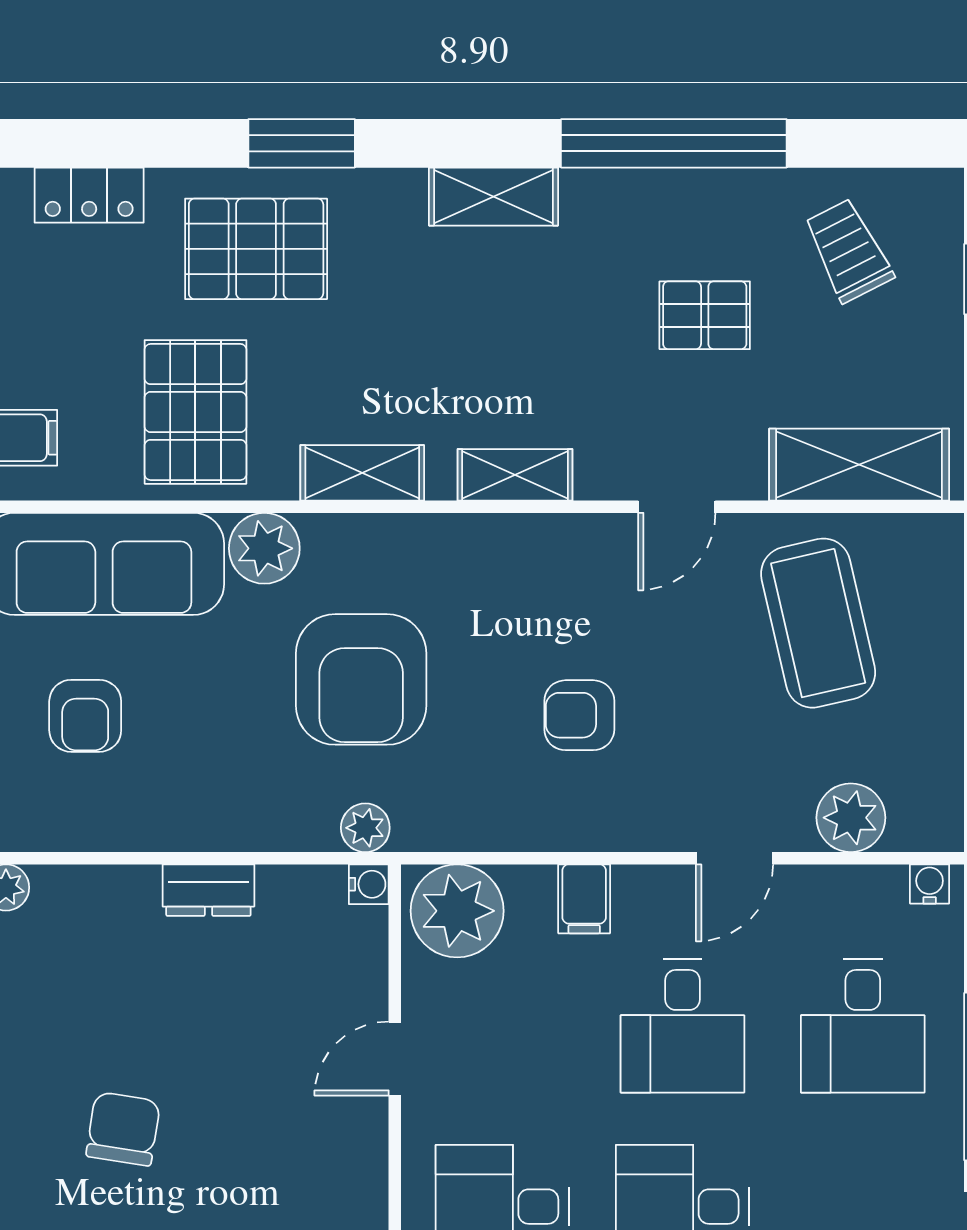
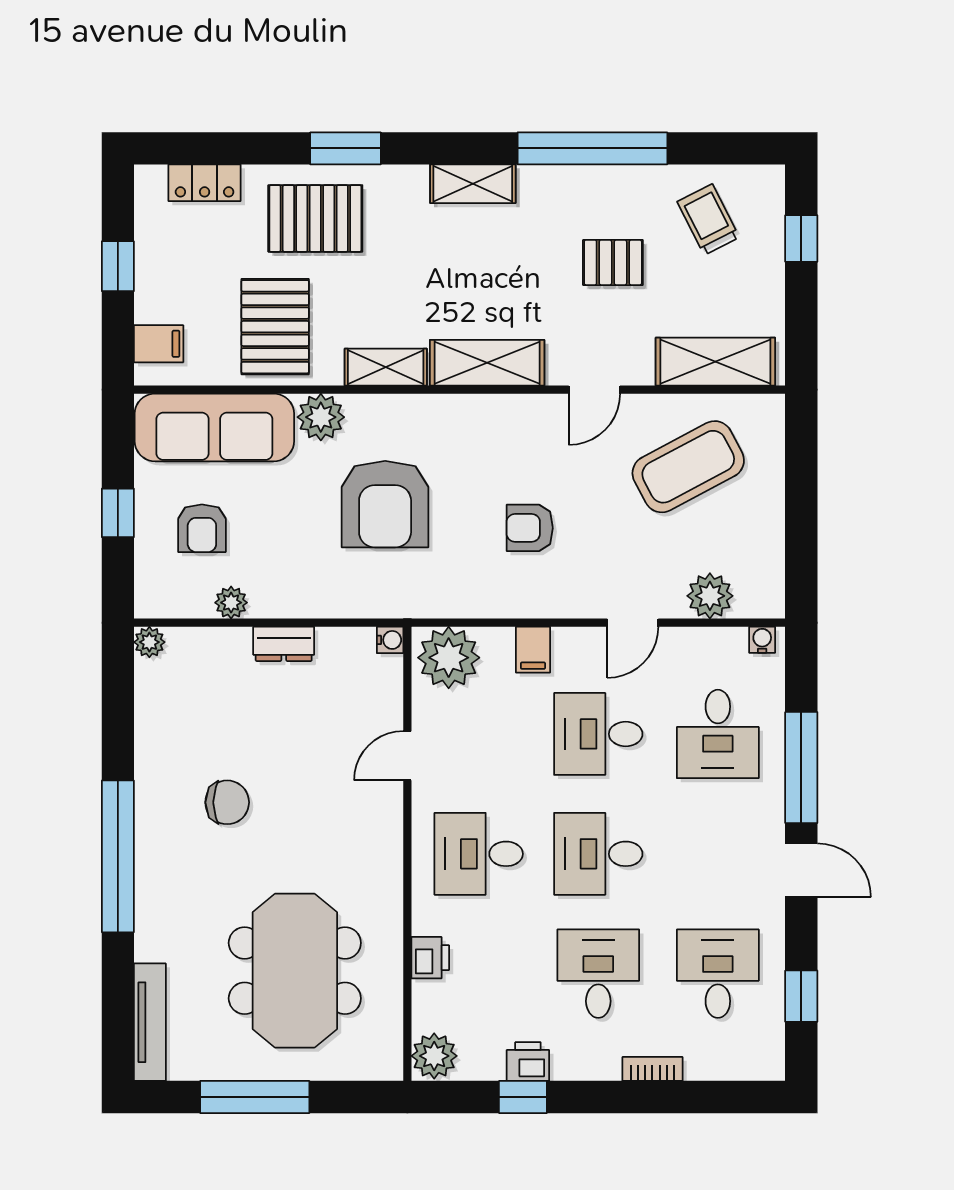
shelving: (515, 475) -> (487, 363), width x1.50, depth x1.33
coffee table: (818, 623) -> (688, 467), turned 75
plant: (365, 828) -> (231, 603), moved
desk: (683, 1026) -> (598, 734), turned 90
chair: (123, 1129) -> (227, 802), turned 81

